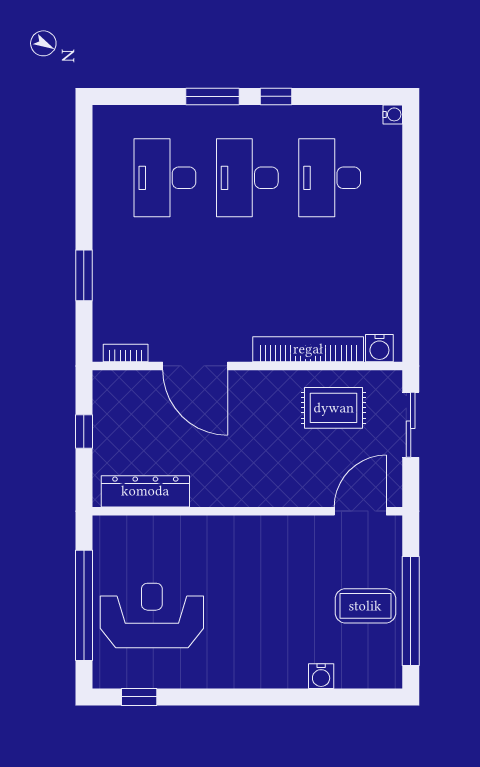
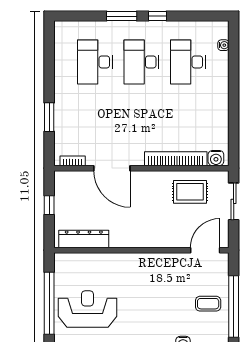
water cooler: (393, 114) -> (223, 45), moved
coffee table: (365, 606) -> (208, 304), width x0.73, depth x0.77

